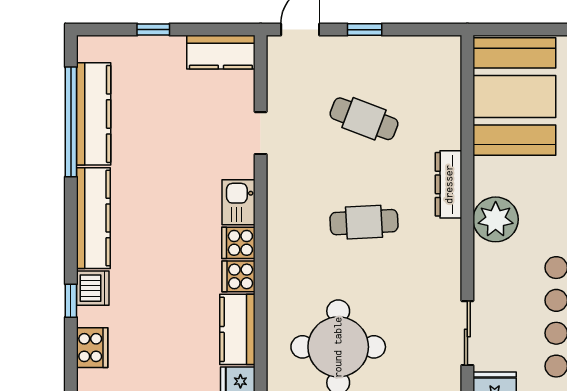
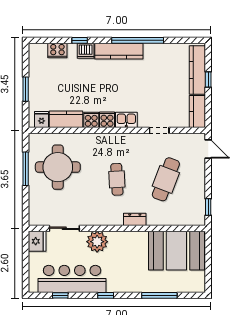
window: (365, 30) -> (208, 207), moved
kitchen counter: (94, 114) -> (197, 70), moved, turned 90
cafe table: (364, 119) -> (166, 179), width x1.37, depth x1.35
window: (71, 122) -> (138, 40), moved
dresser: (449, 184) -> (135, 219), width x0.70
plant: (496, 219) -> (97, 242), moved

